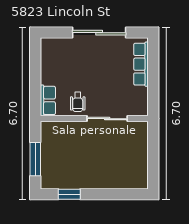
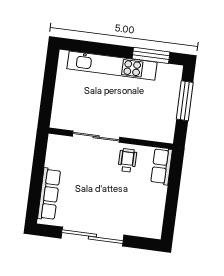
kitchen unit: (101, 181) -> (112, 66), added
window: (69, 194) -> (151, 55), width x1.44

